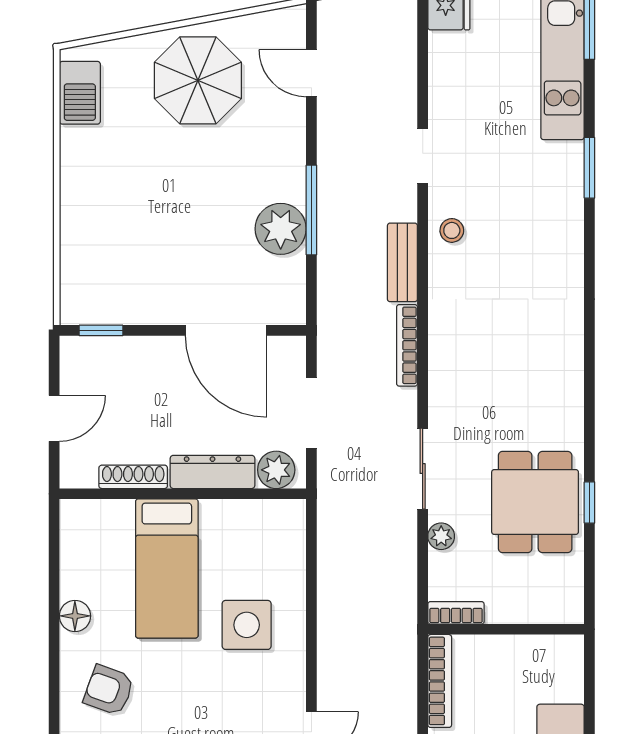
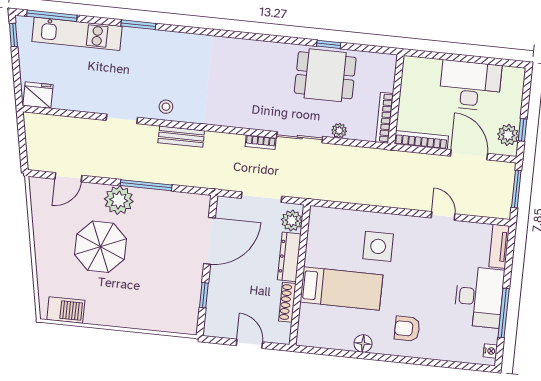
parasol: (198, 80) -> (100, 247), moved
plant: (281, 229) -> (119, 200), moved
window: (101, 330) -> (204, 295), moved
bookcase: (407, 345) -> (261, 142), moved, width x0.64
bookcase: (456, 613) -> (384, 118), width x1.56
armchair: (109, 690) -> (407, 329), turned 70

